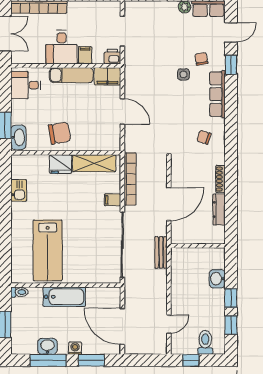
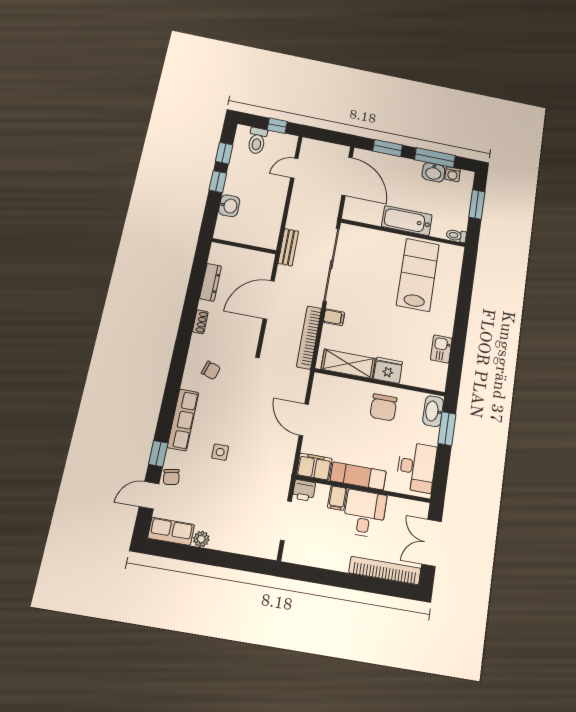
chair: (201, 59) -> (171, 477), moved
desk: (26, 85) -> (416, 467), width x1.37
chair: (60, 133) -> (384, 407), turned -80
shoe rack: (220, 179) -> (200, 322), width x0.70
washing machine: (75, 348) -> (453, 174), moved

